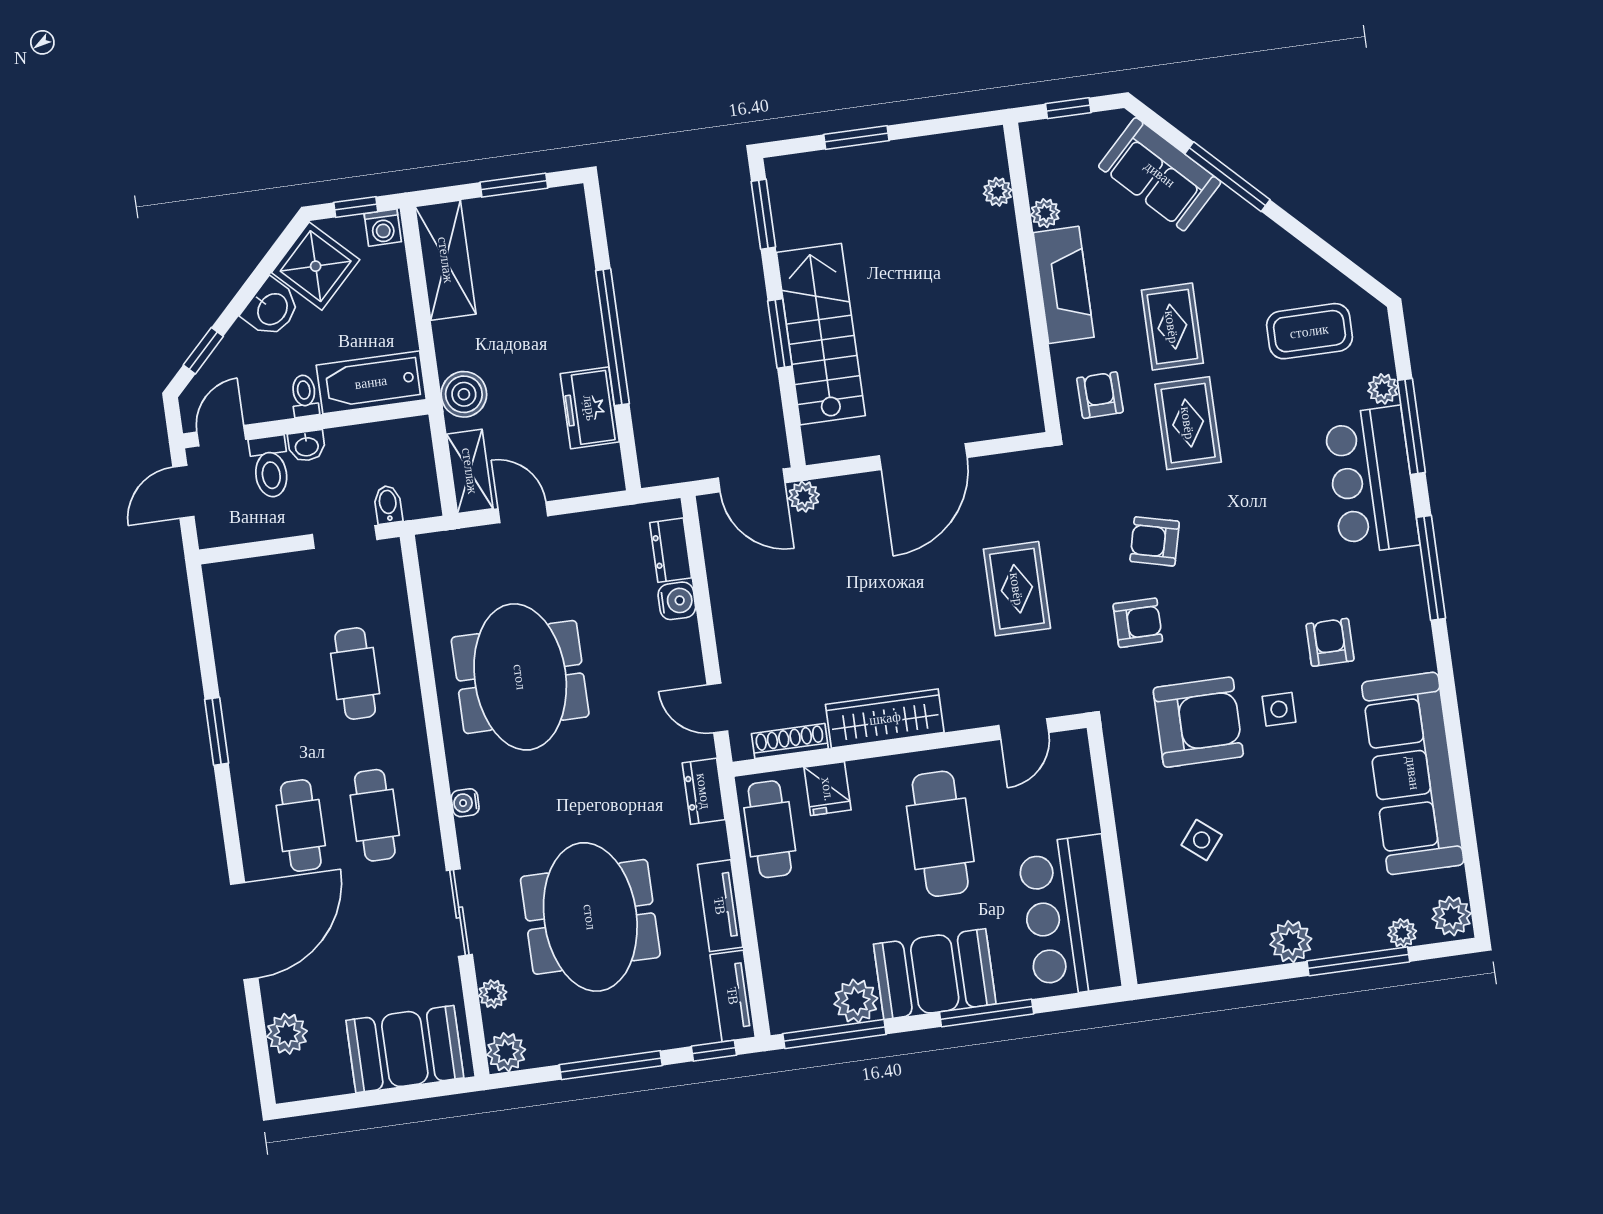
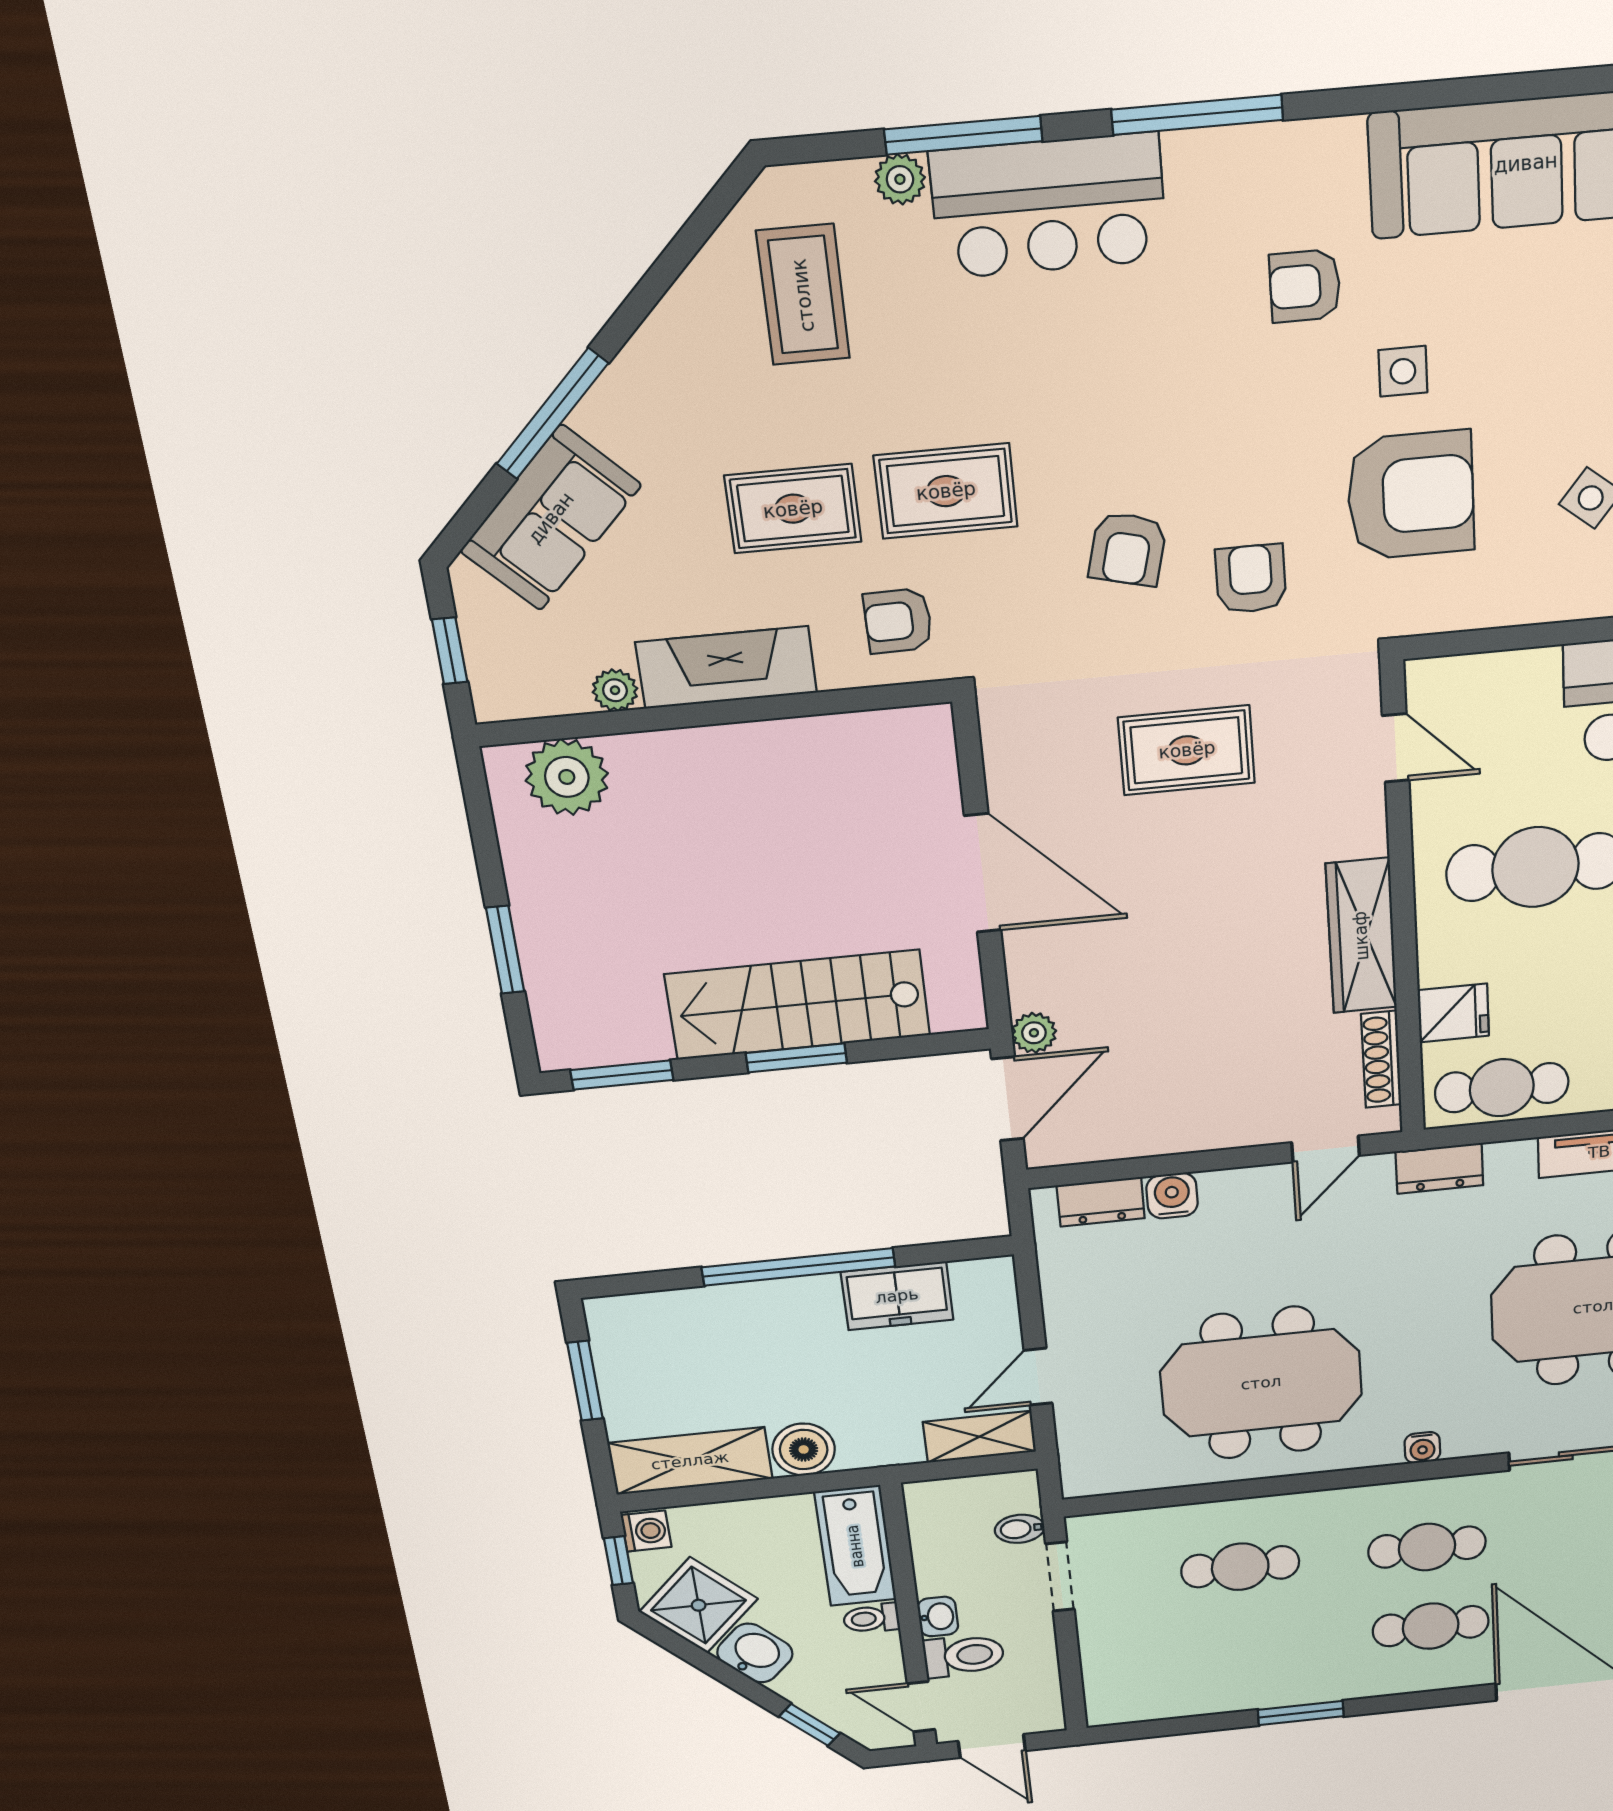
plant: (998, 192) -> (567, 777), width x1.88, depth x1.88
boiler: (464, 394) -> (804, 1449), moved
armchair: (1198, 722) -> (1411, 495), turned 90

